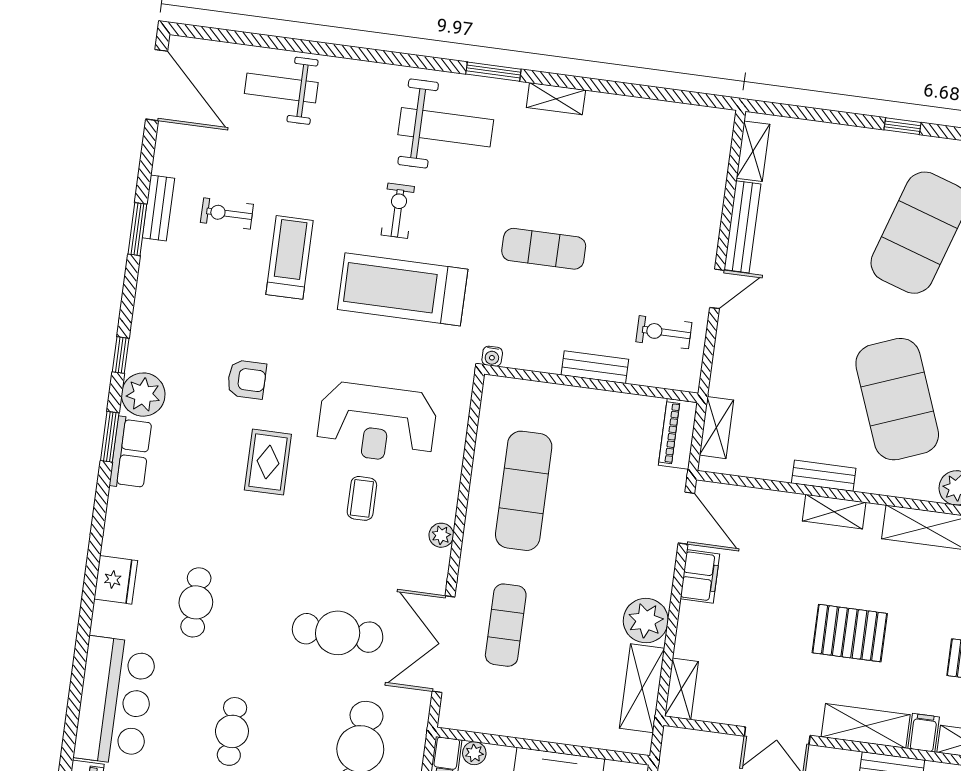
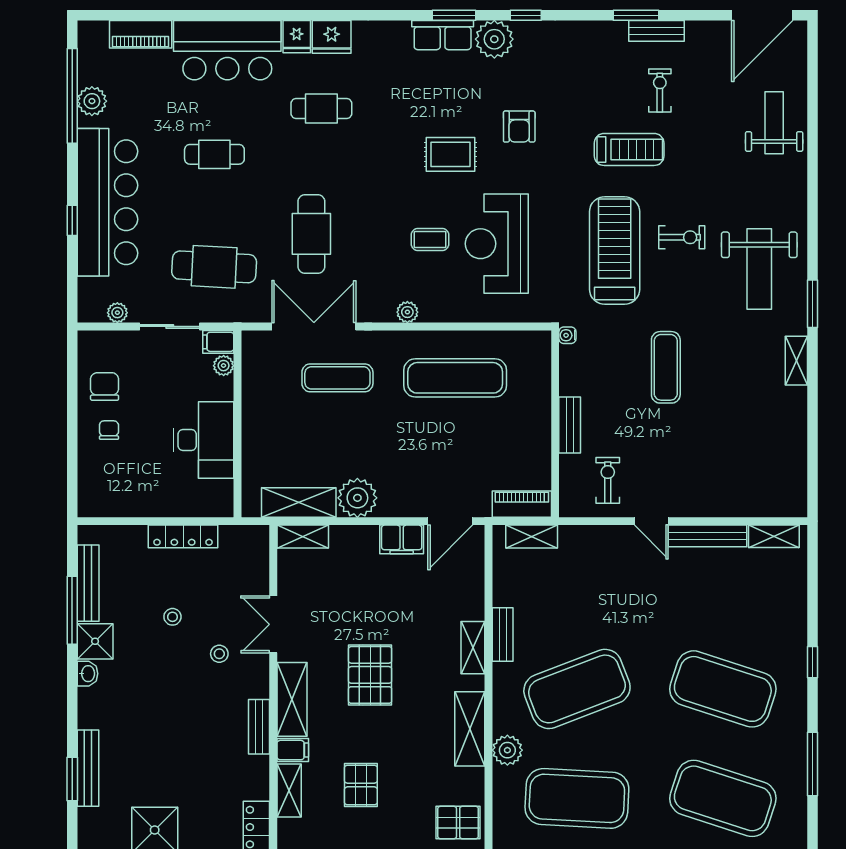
fridge: (110, 620) -> (297, 37), added

